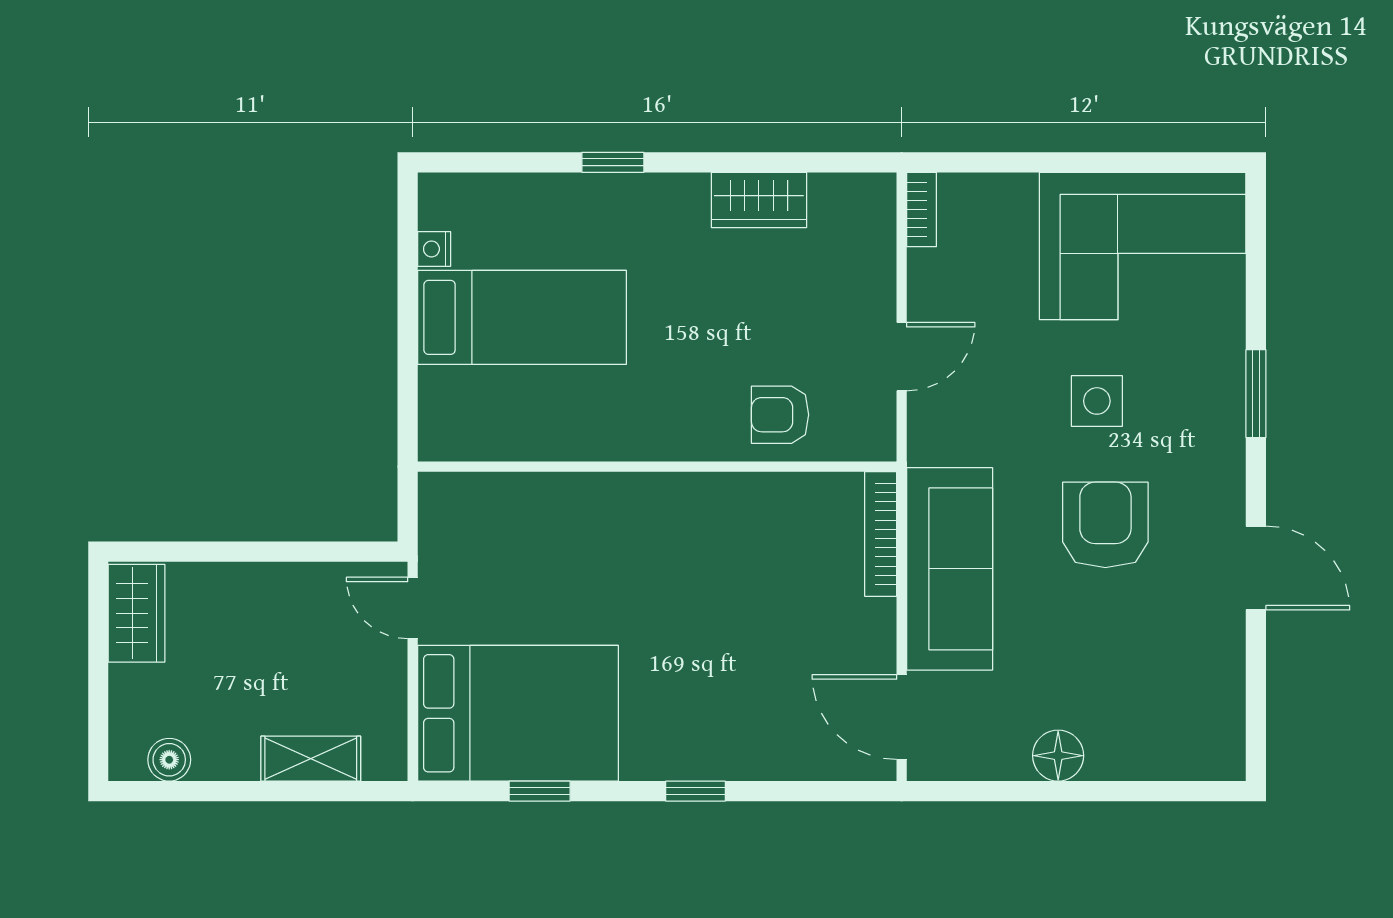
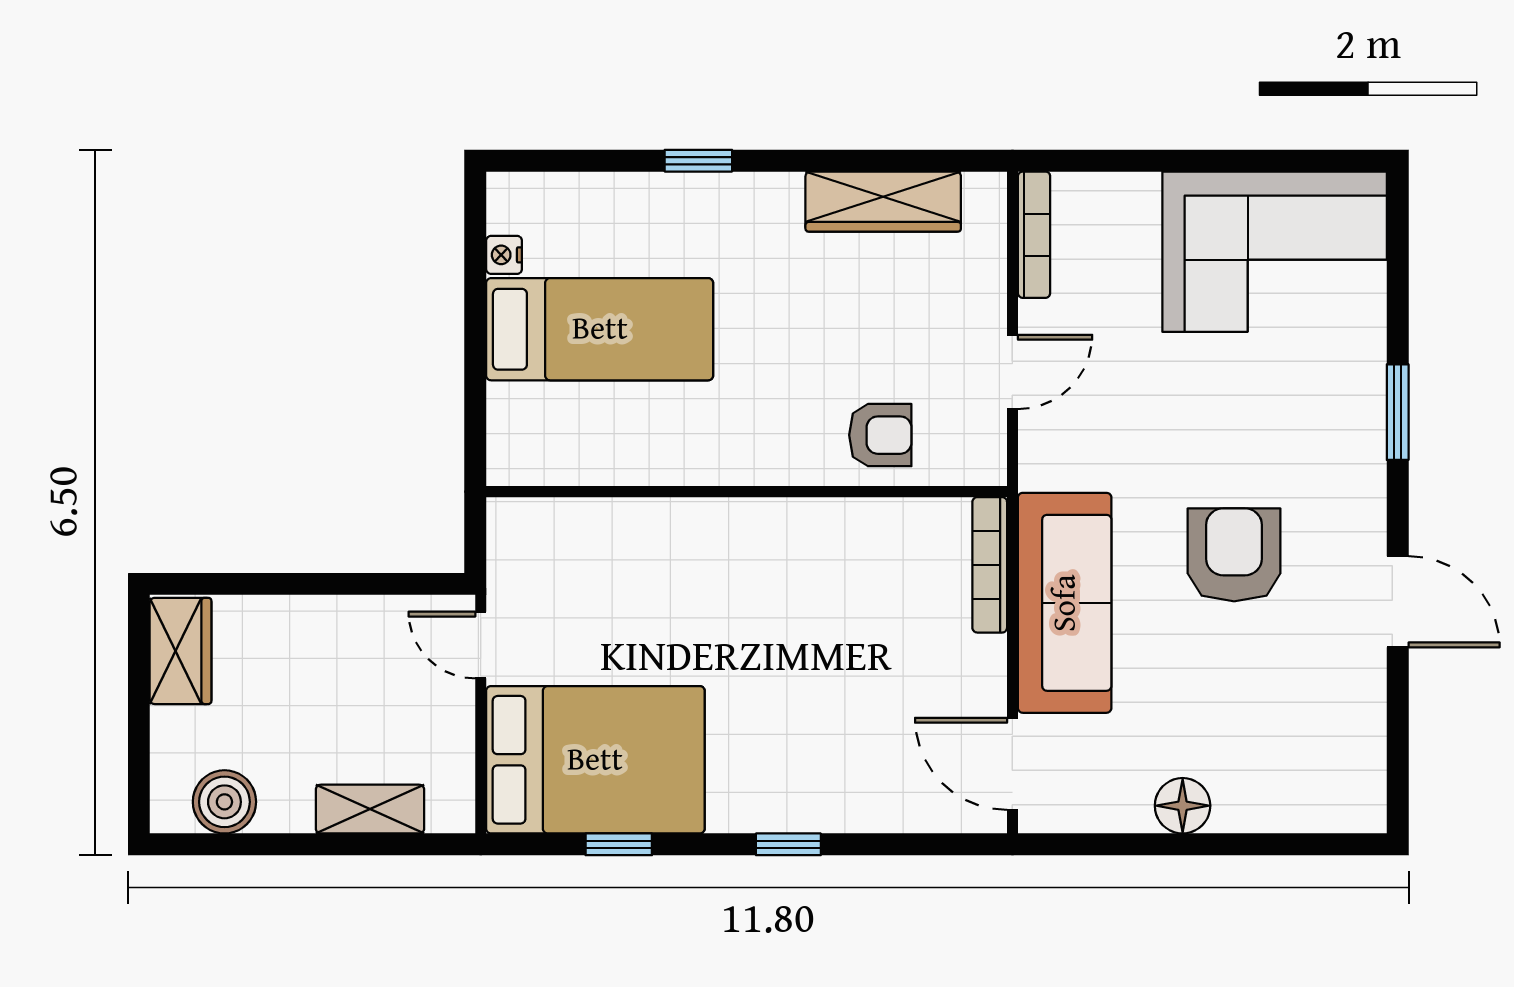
wardrobe: (759, 200) -> (883, 202), width x1.50
bookcase: (922, 210) -> (1034, 235), width x1.56
side table: (1097, 401) -> (1225, 420), removed
armchair: (780, 415) -> (880, 435), turned 180
boiler: (169, 760) -> (224, 802), width x1.36, depth x1.36

